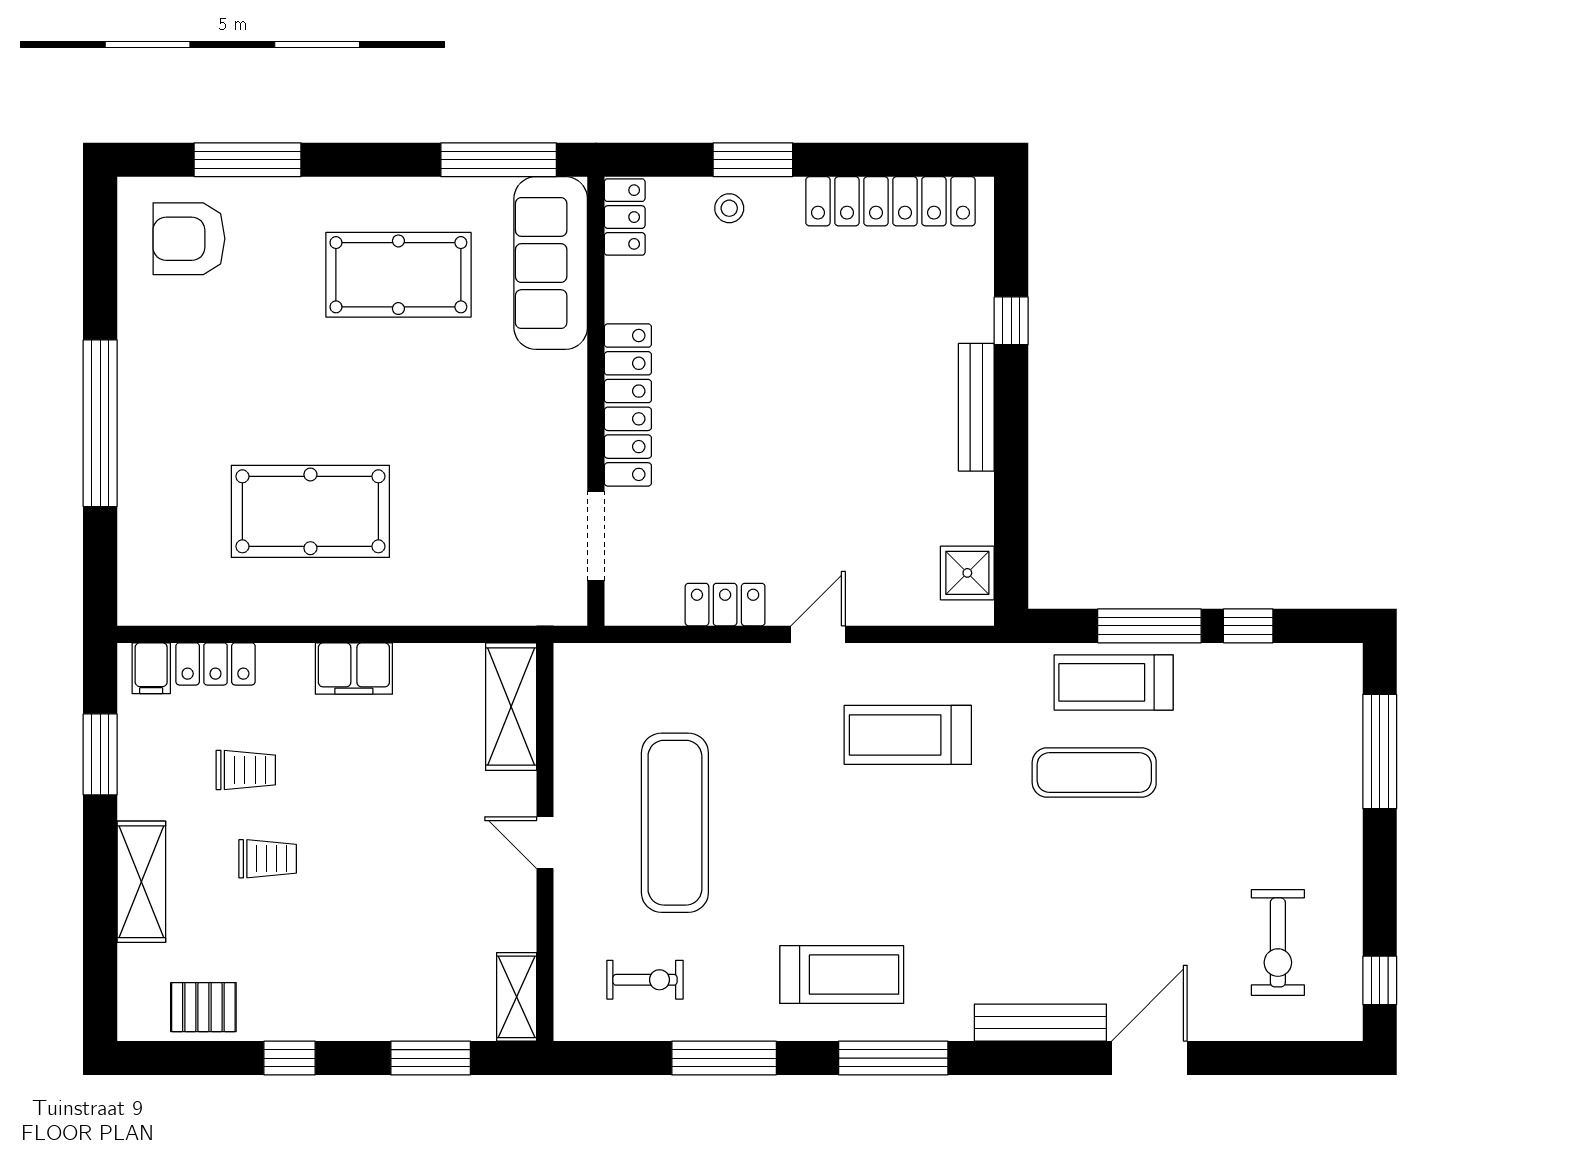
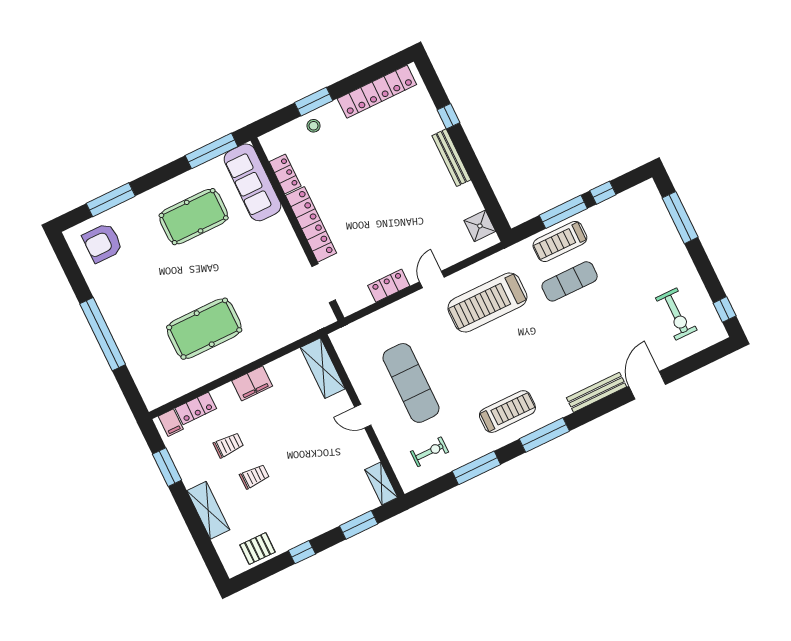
locker: (625, 217) -> (285, 174), moved
treadmill: (908, 735) -> (487, 303), width x1.37, depth x1.37

